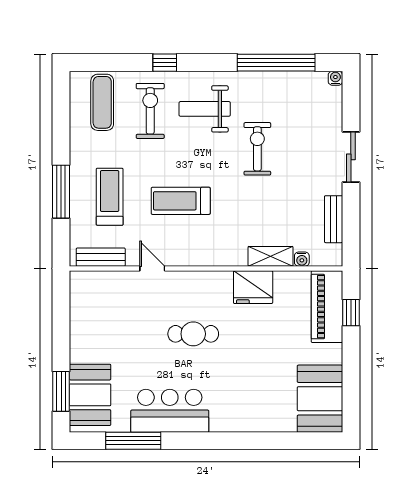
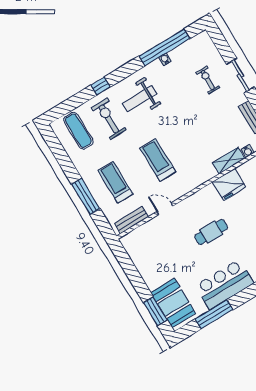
water cooler: (335, 78) -> (165, 59), moved
exercise bike: (257, 149) -> (208, 80), moved, width x0.73, depth x0.72
treadmill: (181, 201) -> (158, 160), turned 90

